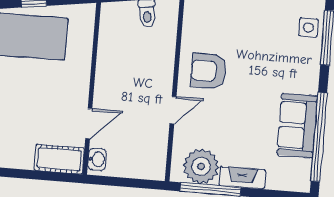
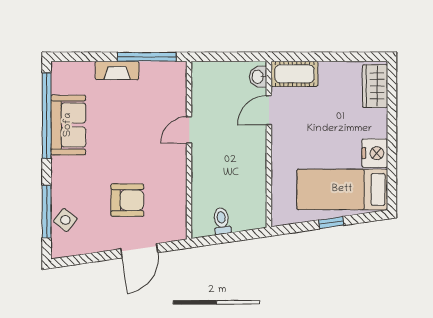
side table: (308, 28) -> (65, 220), turned 38
armchair: (208, 71) -> (127, 200), moved
plant: (201, 166) -> (158, 78), removed

